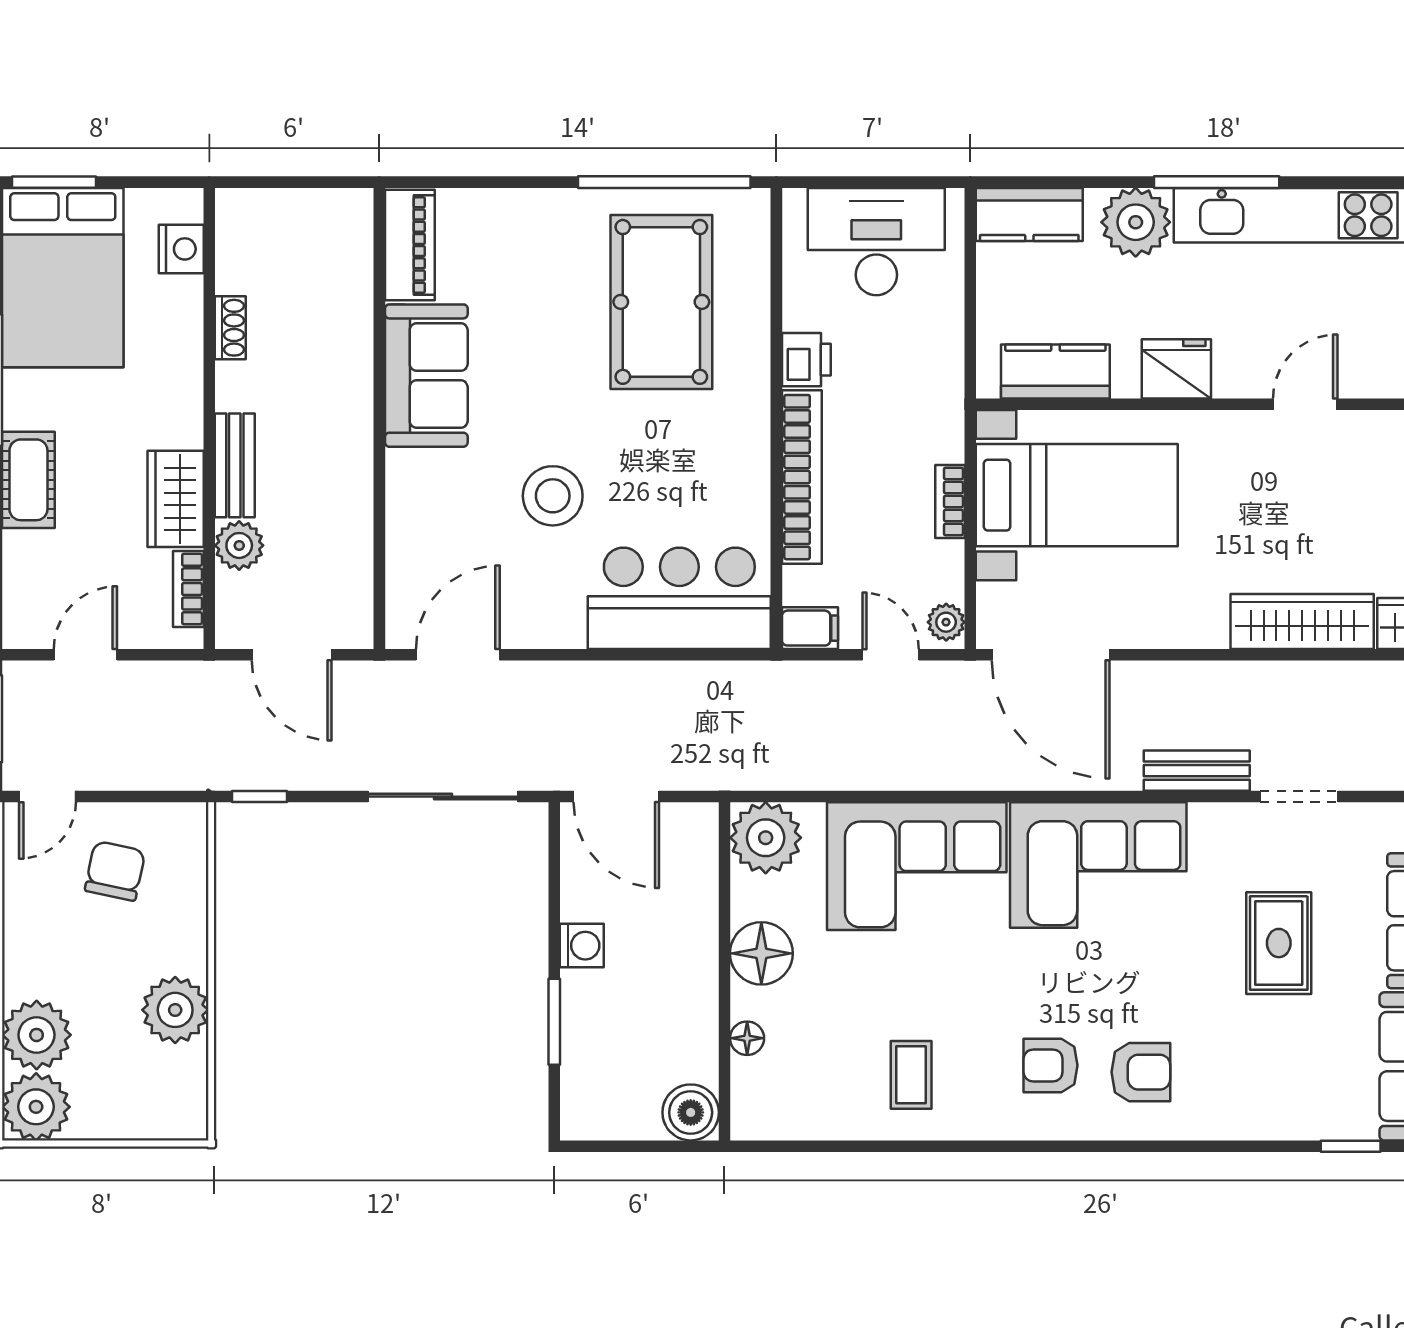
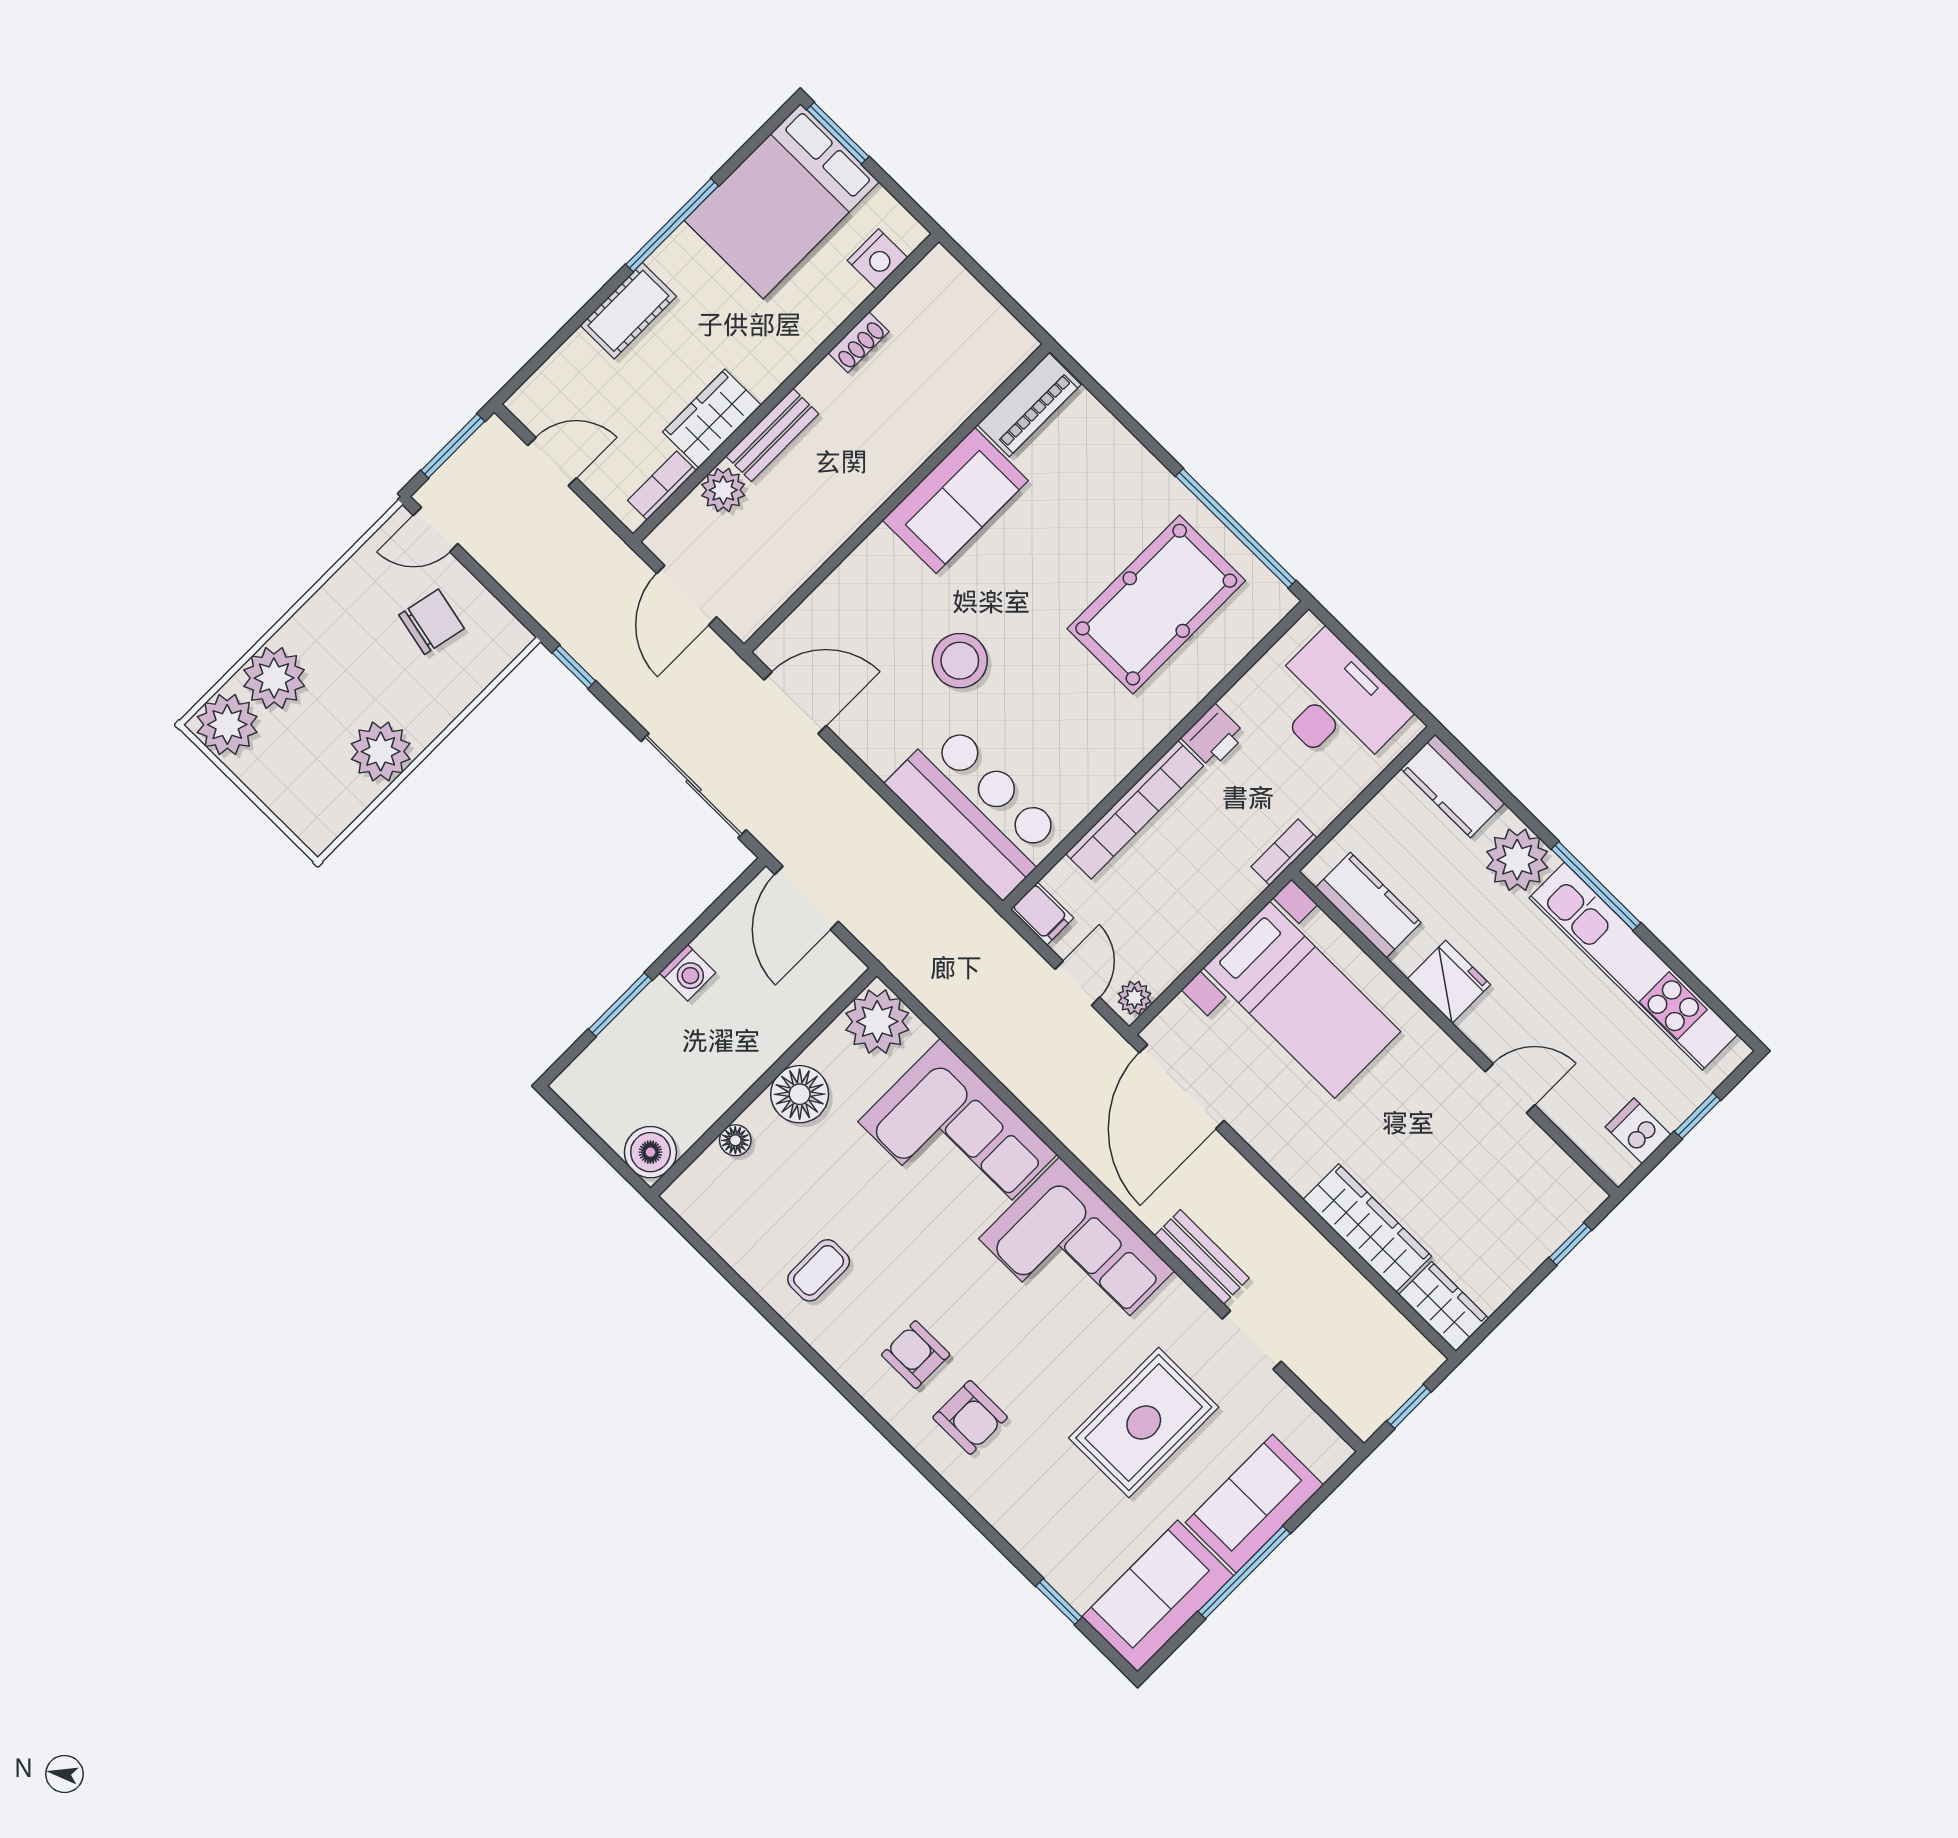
bookcase: (950, 501) -> (1284, 852), moved
rug: (1279, 943) -> (1144, 1422), width x1.36, depth x1.43

